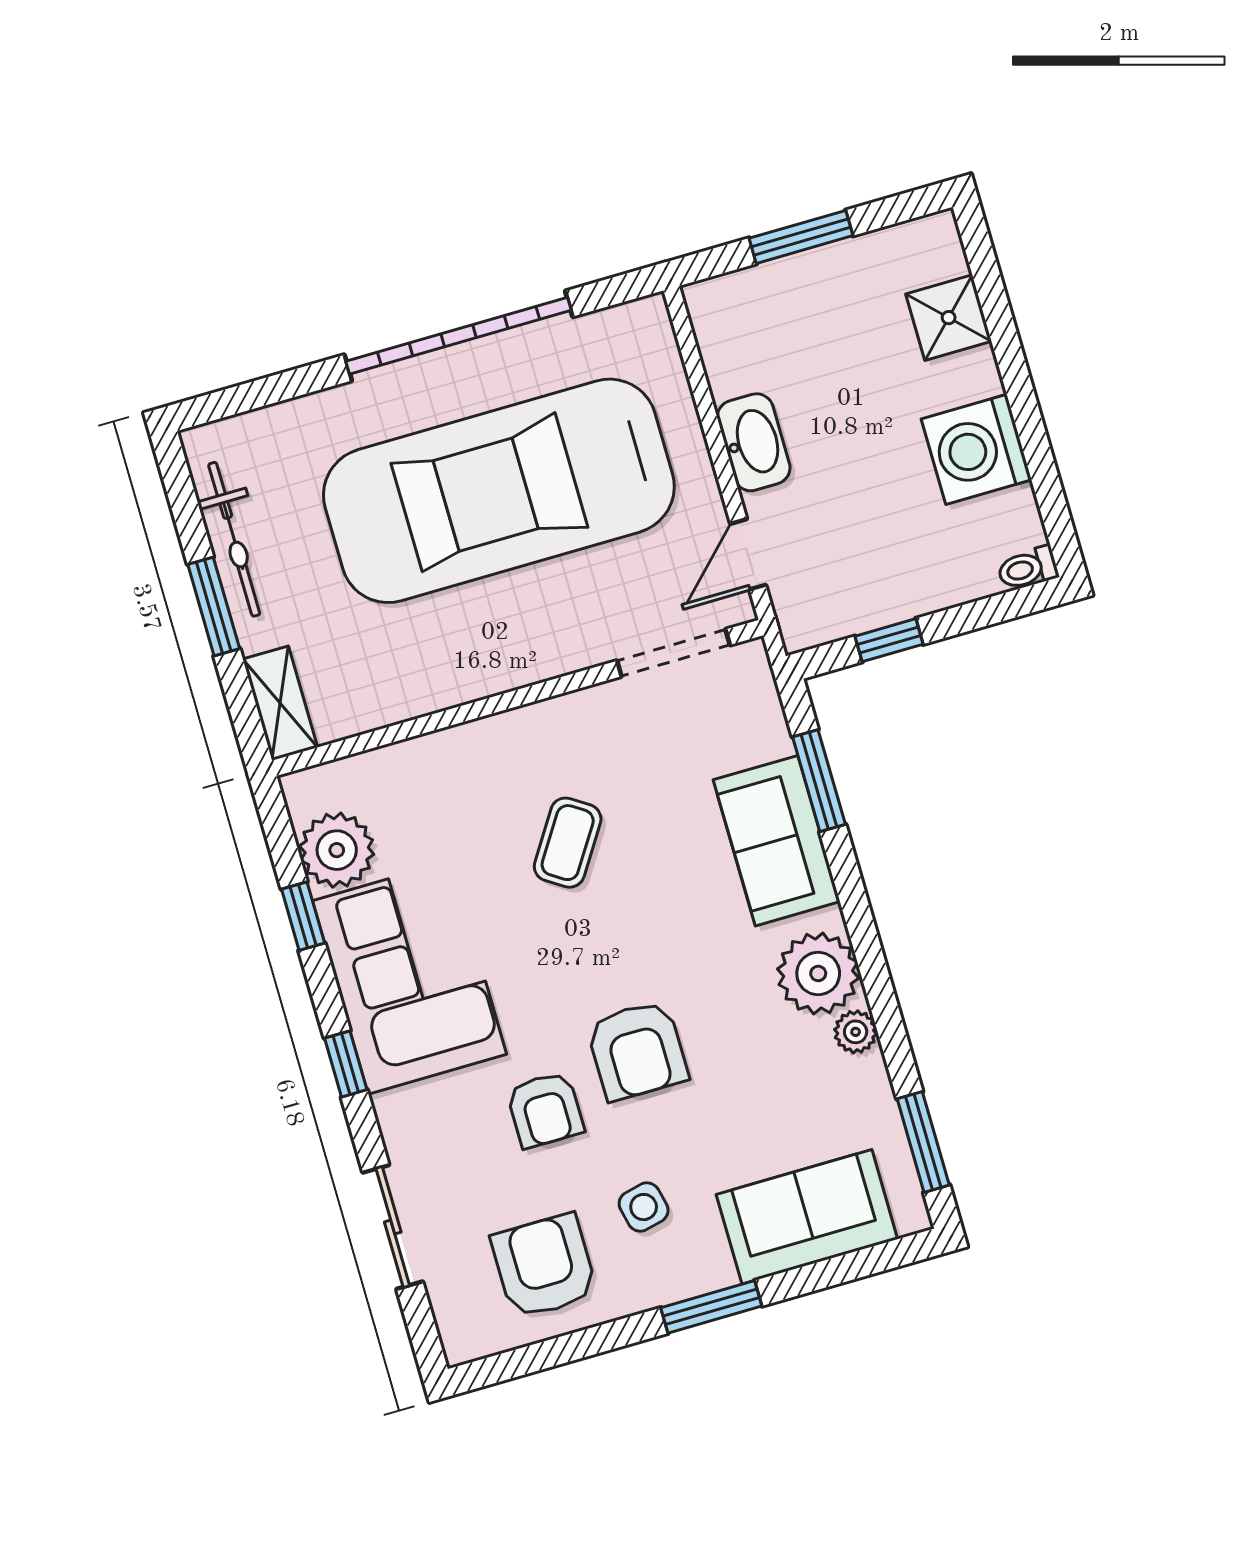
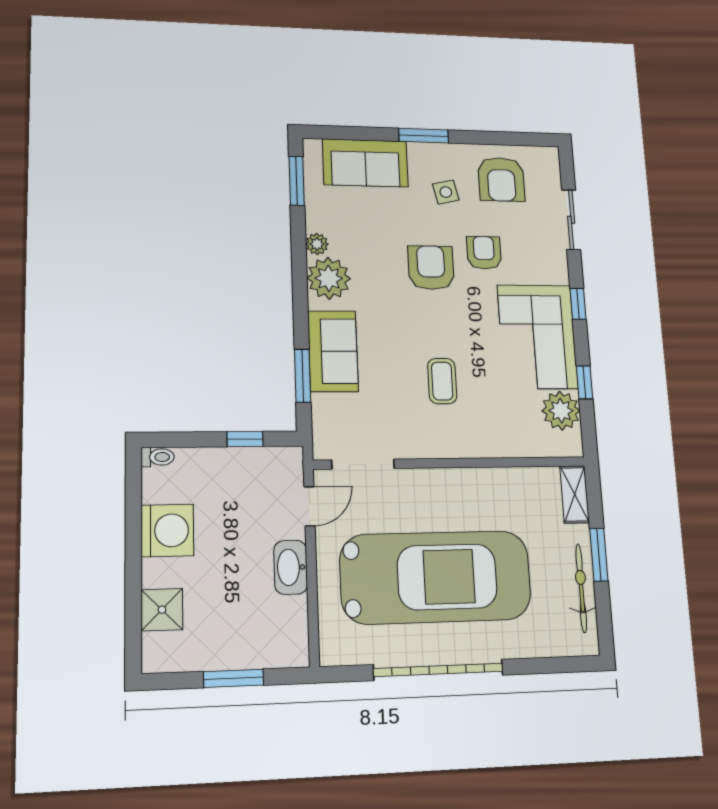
coffee table: (568, 843) -> (442, 381), turned -33

